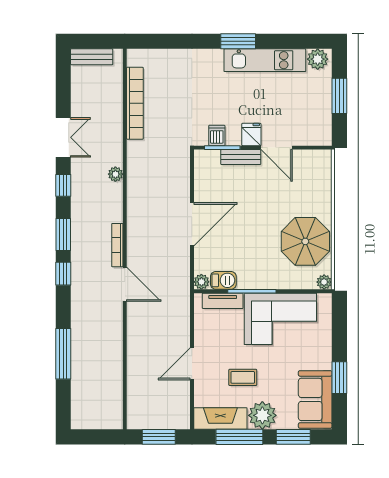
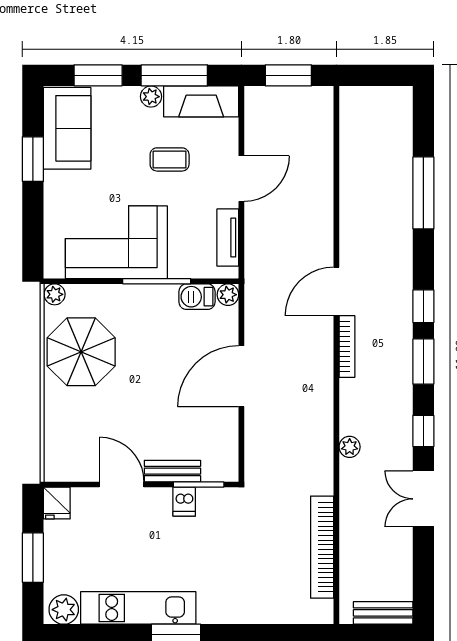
fridge: (251, 134) -> (57, 503), moved
dishwasher: (217, 135) -> (184, 502), moved
door: (125, 284) -> (336, 291), hinge flipped
tv unit: (223, 301) -> (228, 238), moved, turned -90
plant: (262, 415) -> (151, 97), width x0.53, depth x0.53

